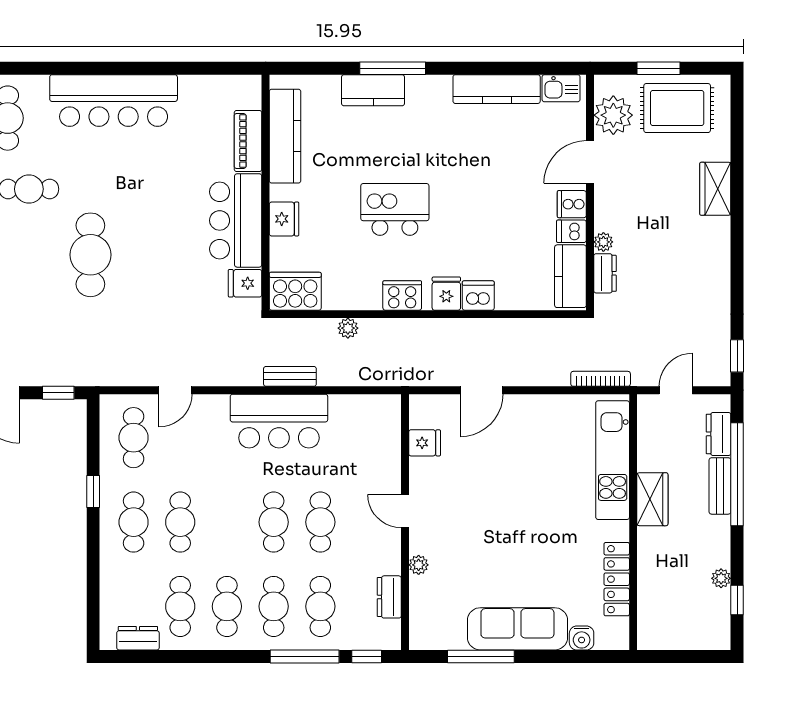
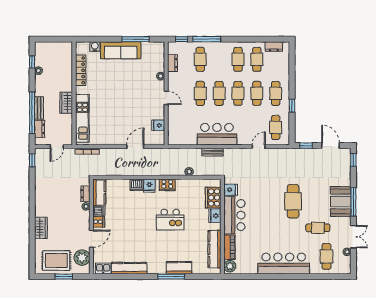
plant: (247, 94) -> (230, 266), added
cooker: (295, 291) -> (213, 198), moved, turned 90
cafe table: (274, 606) -> (238, 93), moved

